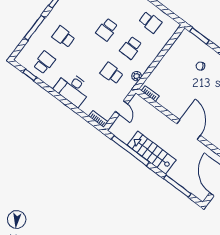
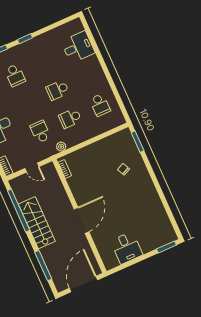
school desk: (64, 37) -> (15, 75), turned 180
door: (121, 108) -> (32, 168), hinge flipped

